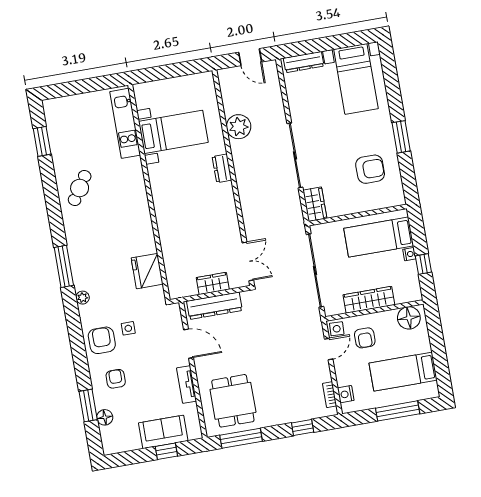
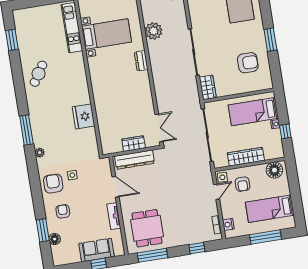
fridge: (147, 271) -> (84, 116), moved

